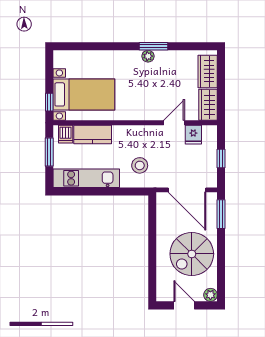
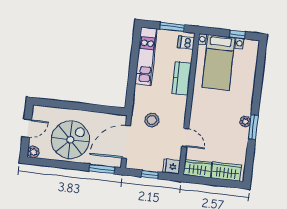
window: (49, 102) -> (237, 34), moved
kitchen counter: (93, 134) -> (182, 78), moved
fridge: (193, 135) -> (172, 167), moved
stool: (140, 165) -> (152, 120), moved
spiral stairs: (192, 254) -> (70, 140), turned 90

